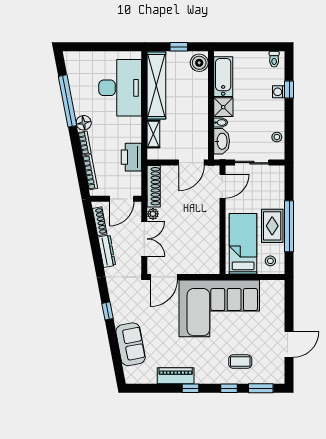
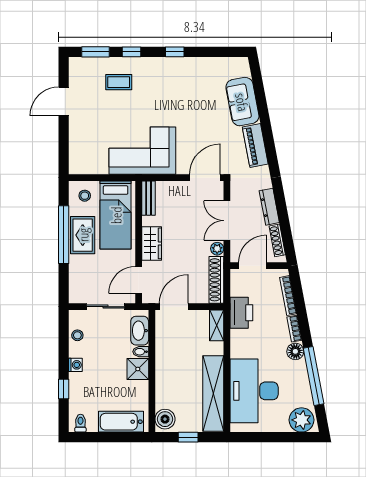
plant: (78, 62) -> (302, 420), added
bathtub: (223, 77) -> (121, 422), moved, turned 90
washing machine: (279, 92) -> (75, 365), moved
shelving: (153, 134) -> (217, 325), moved
wardrobe: (211, 218) -> (152, 243), added
bench: (214, 259) -> (149, 198), added
corner sofa: (219, 308) -> (142, 151), width x0.73, depth x0.74
window: (107, 311) -> (268, 139), removed
piano: (176, 376) -> (255, 146), moved, turned 79

